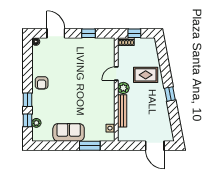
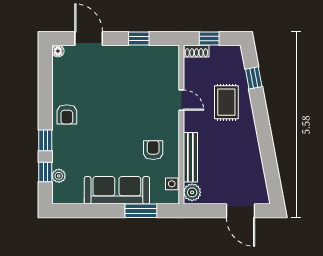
door: (116, 74) -> (181, 100), swing flipped
rug: (146, 75) -> (226, 102), turned 90
plant: (123, 88) -> (192, 192), moved
window: (170, 94) -> (254, 78), moved
armchair: (98, 106) -> (153, 150), added
sofa: (69, 132) -> (117, 190), width x1.36

